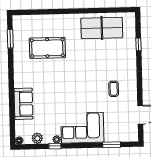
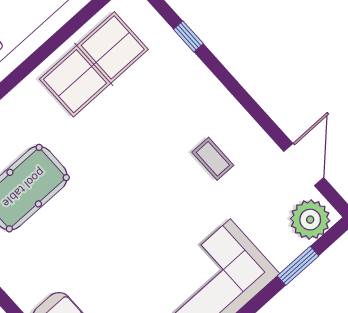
plant: (128, 134) -> (310, 220), added

